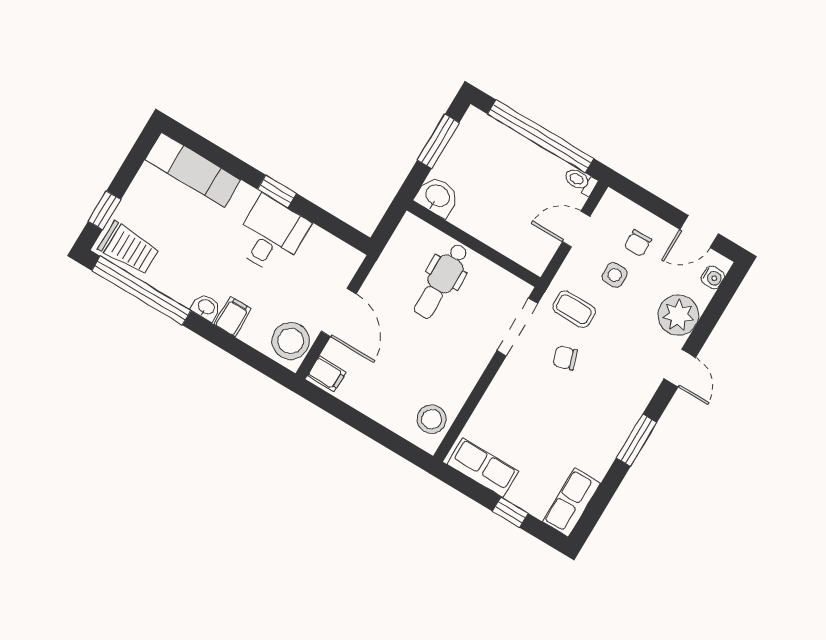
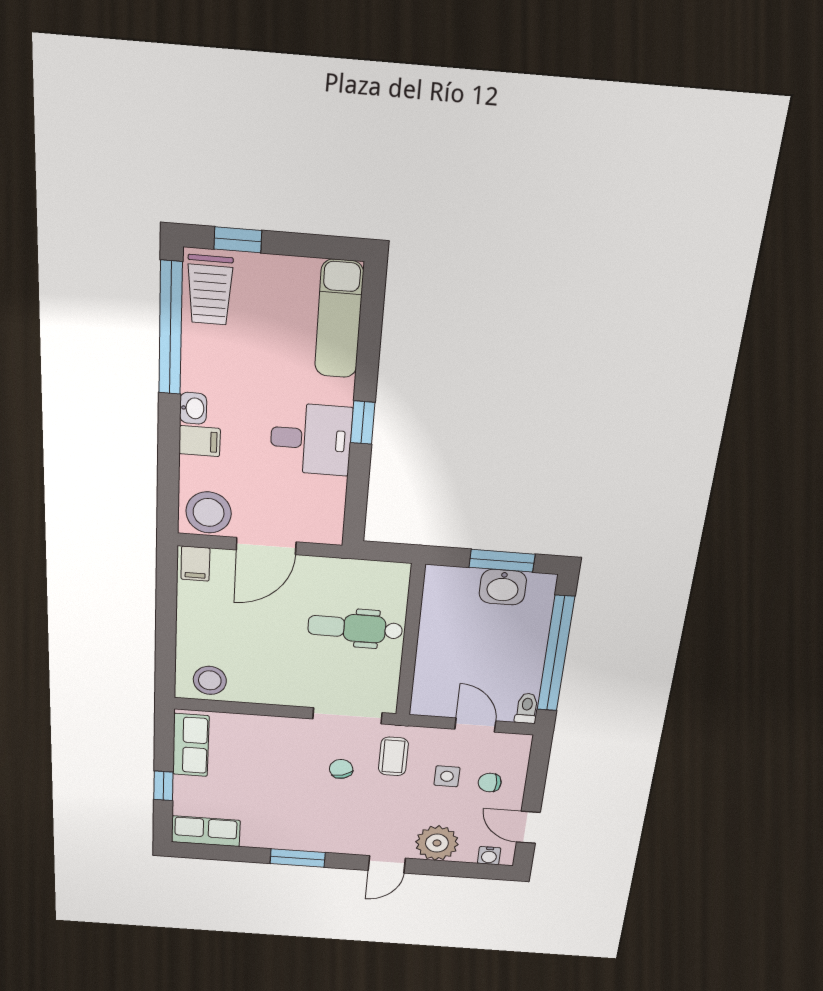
washbasin: (437, 197) -> (503, 587), moved, turned 90

